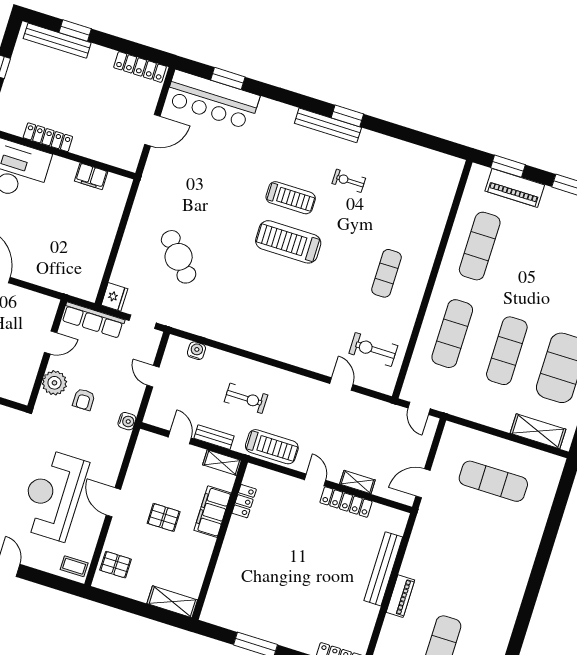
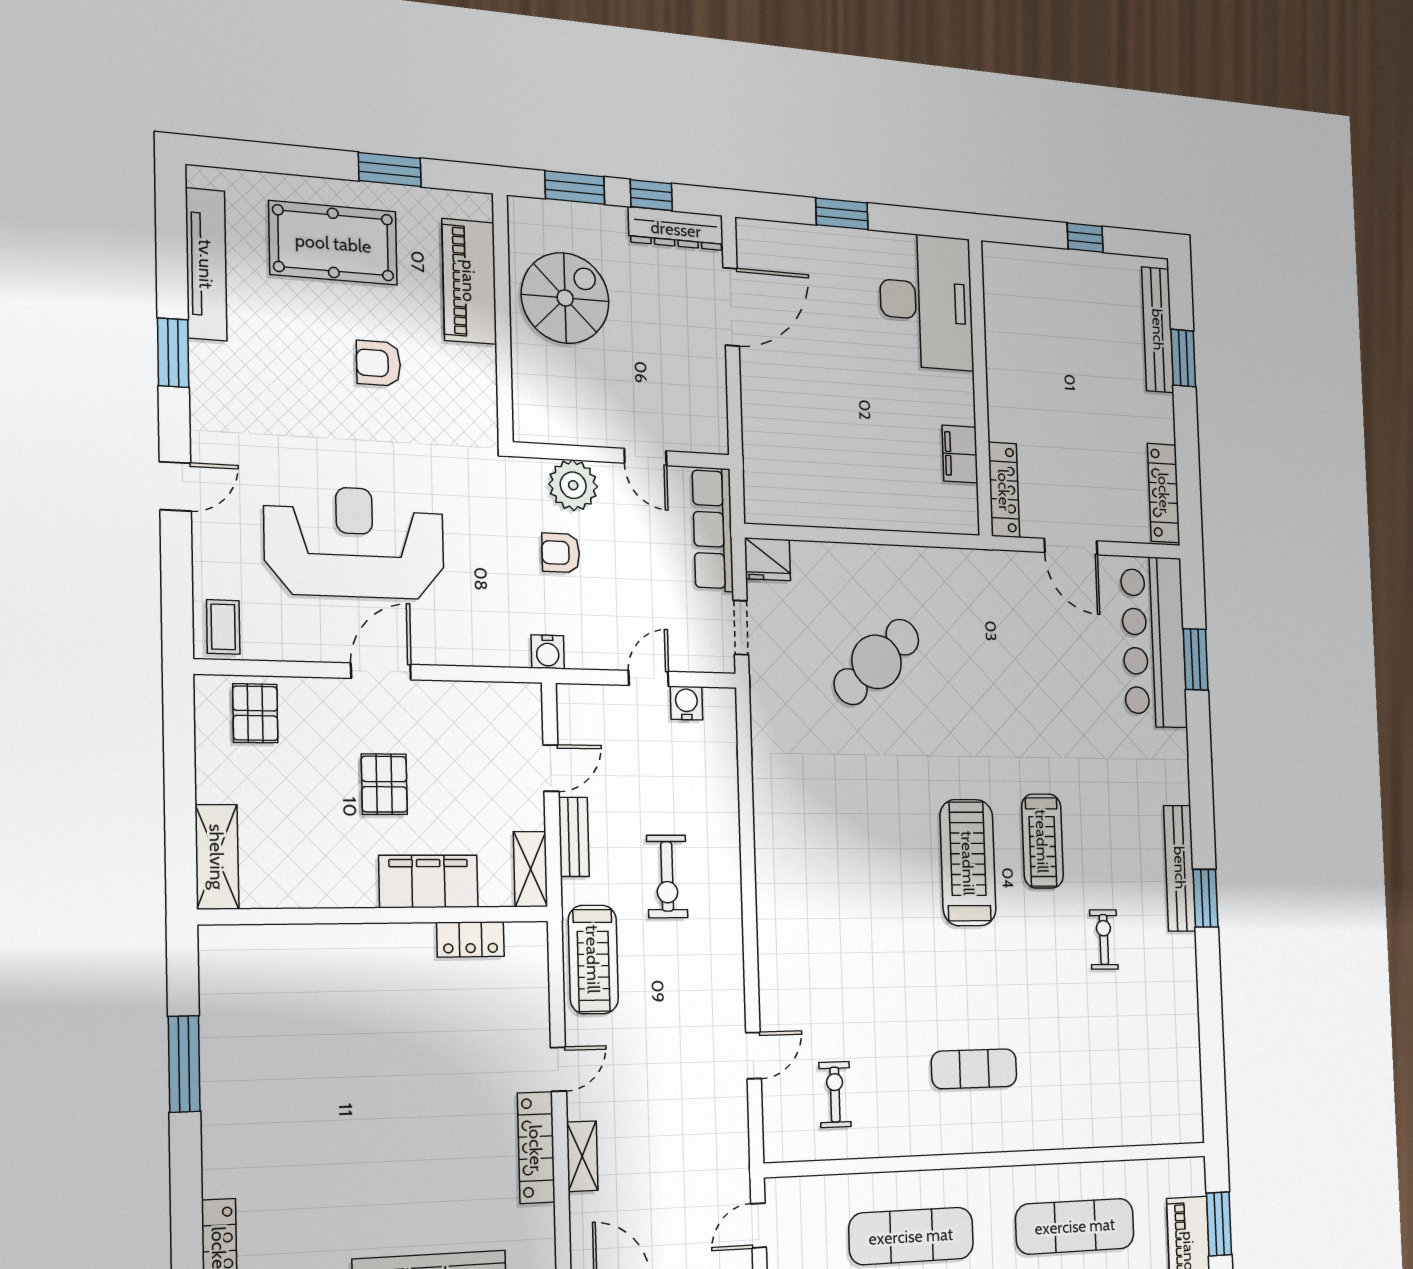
locker: (48, 137) -> (1004, 490), moved
exercise bike: (373, 350) -> (835, 1095), width x0.73, depth x0.72
water cooler: (196, 351) -> (686, 703), moved, turned -90

